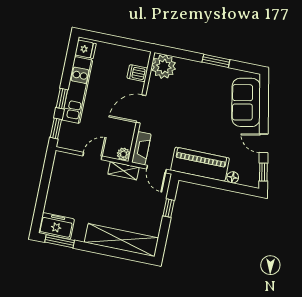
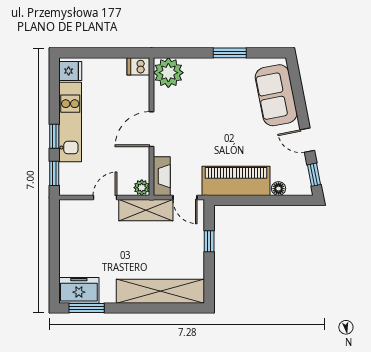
dishwasher: (137, 73) -> (138, 66), moved
shelving: (123, 171) -> (146, 210), width x1.50, depth x1.33

